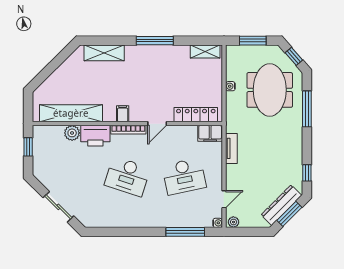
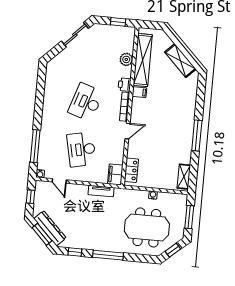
shelving: (104, 53) -> (180, 61), moved, turned -45
window: (307, 109) -> (108, 255), moved
filing cabinet: (123, 114) -> (139, 92), moved
locker: (196, 115) -> (131, 170), width x0.66
door: (157, 124) -> (128, 131), swing flipped
printer: (95, 136) -> (125, 85), width x0.53, depth x0.68
sliding door: (58, 207) -> (75, 35), moved
plant: (233, 222) -> (40, 187), removed
window: (246, 232) -> (30, 197), added

